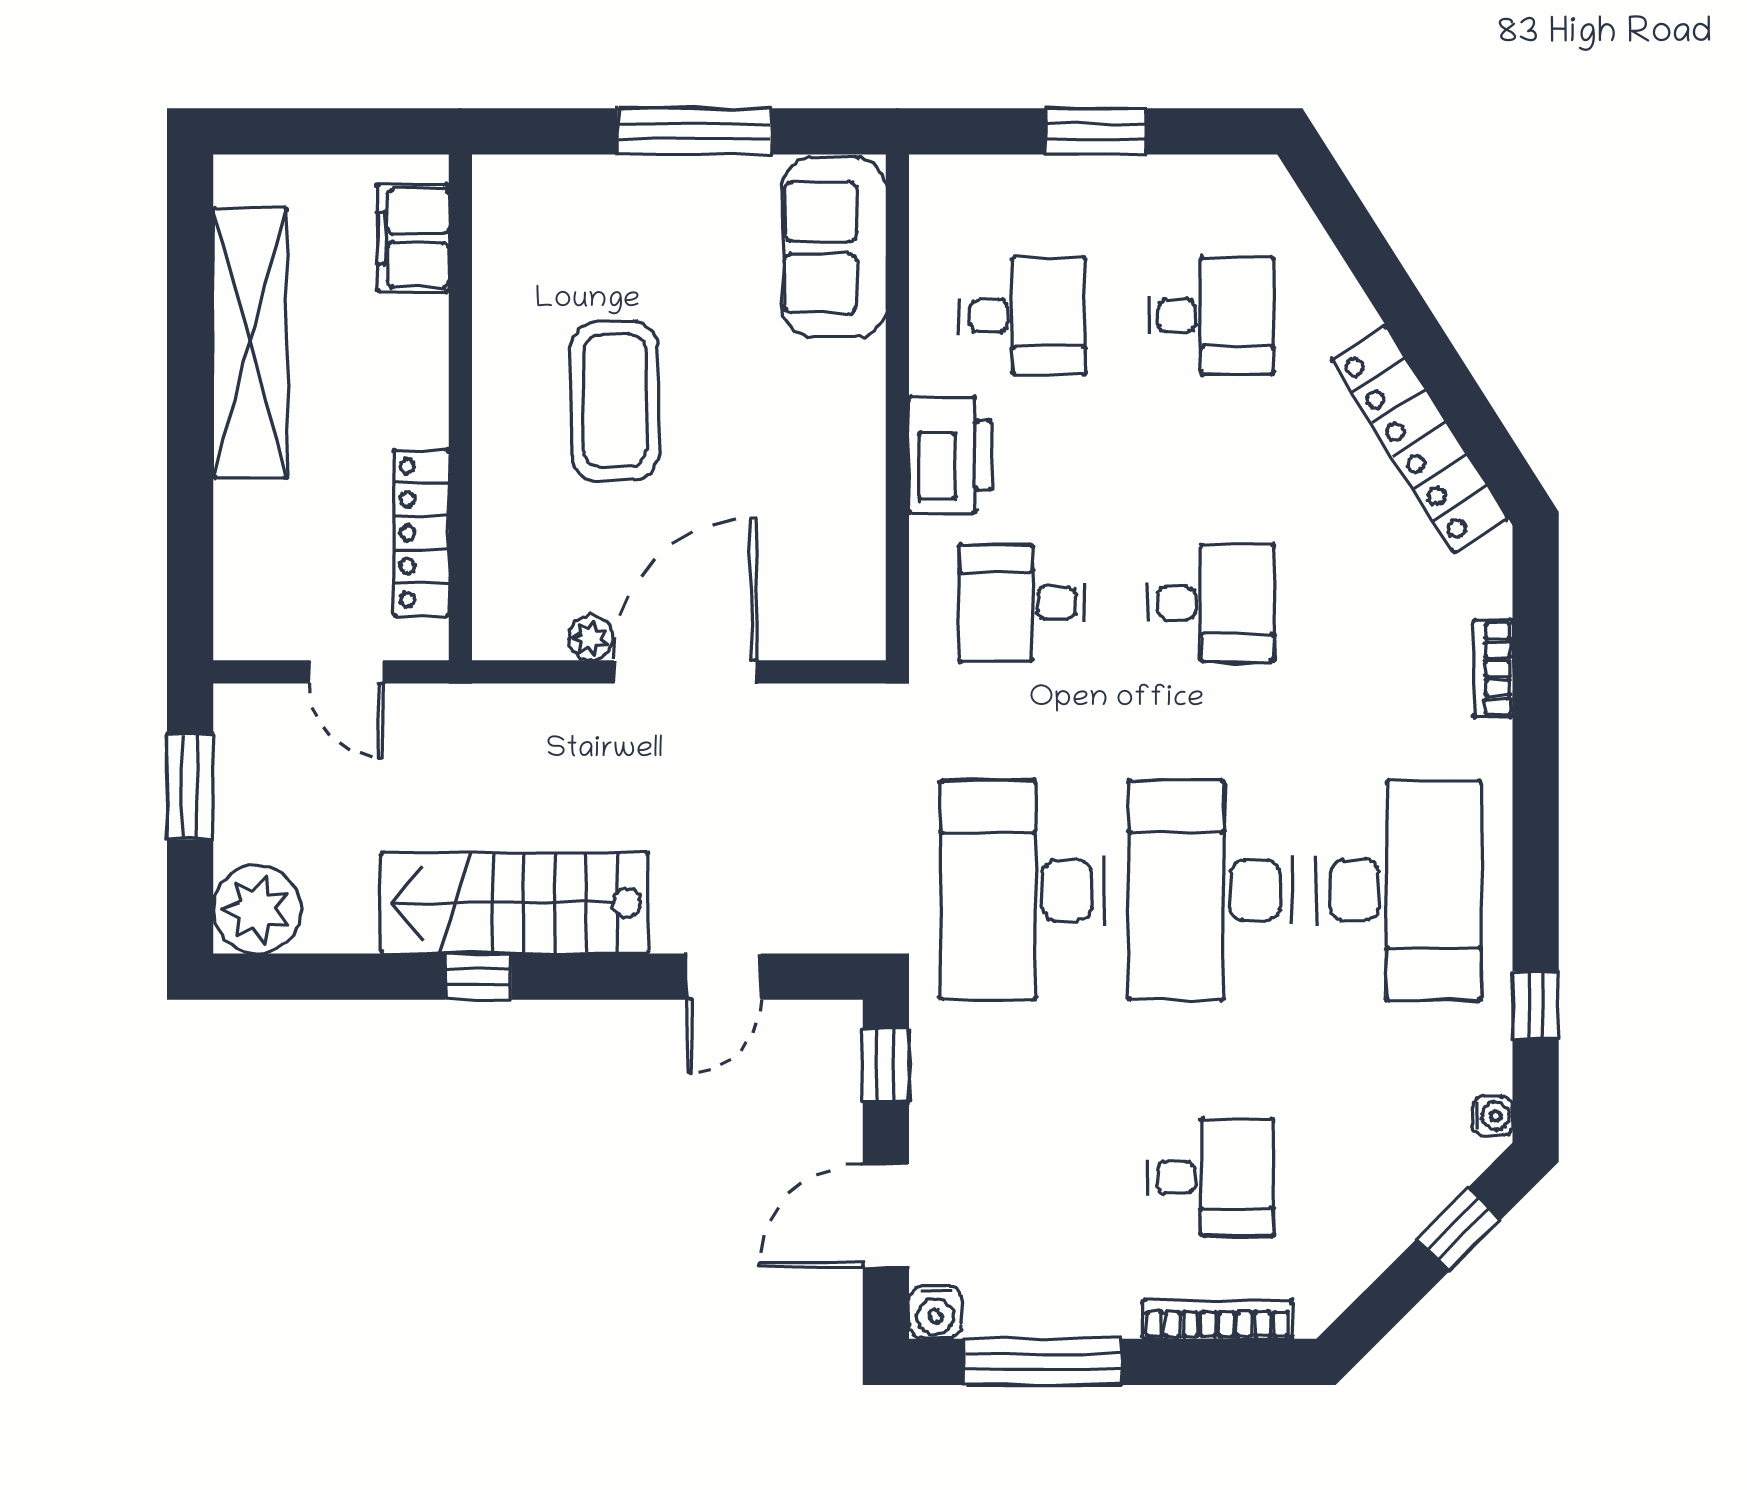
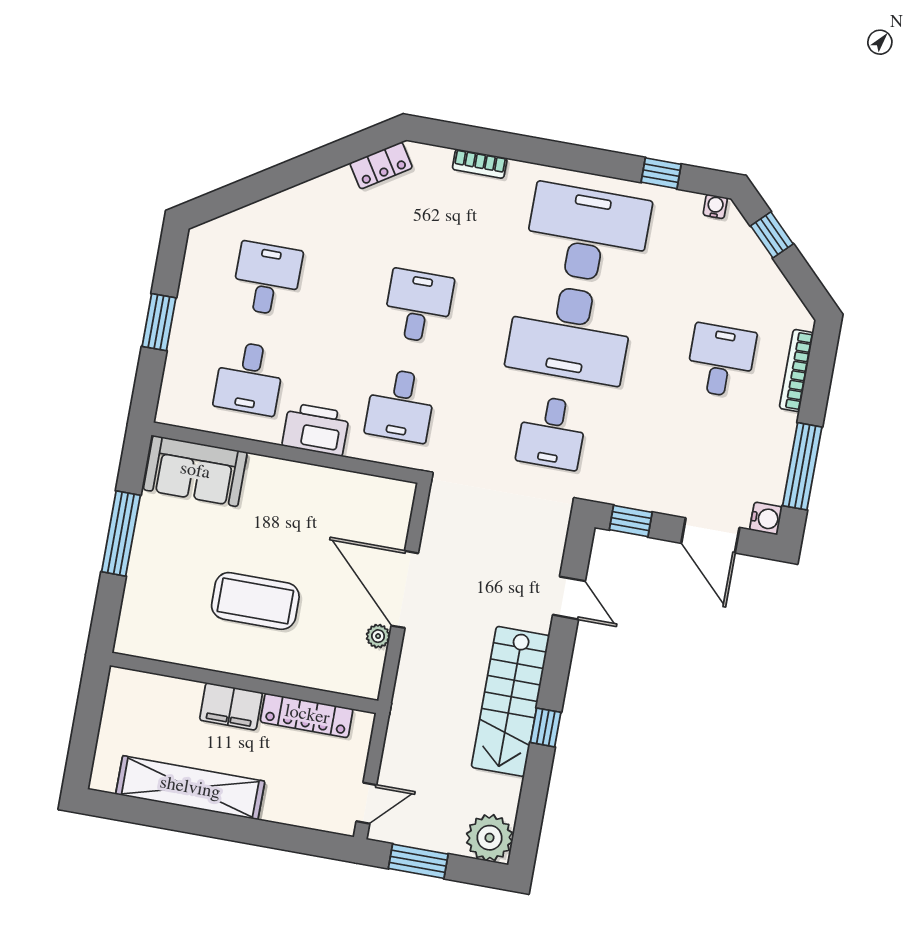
filing cabinet: (413, 238) -> (231, 706), moved
desk: (1022, 316) -> (249, 378), turned 180
locker: (1420, 439) -> (381, 165), width x0.46, depth x0.83
door: (346, 672) -> (366, 803), moved
desk: (1022, 890) -> (552, 433), width x0.53, depth x0.77

